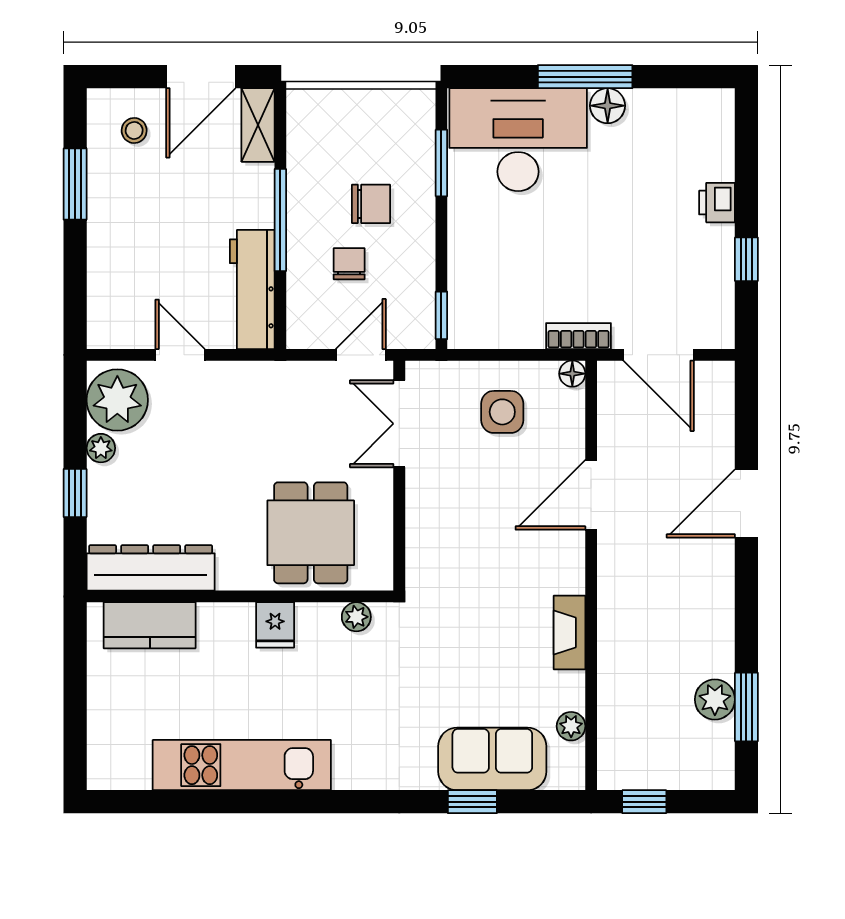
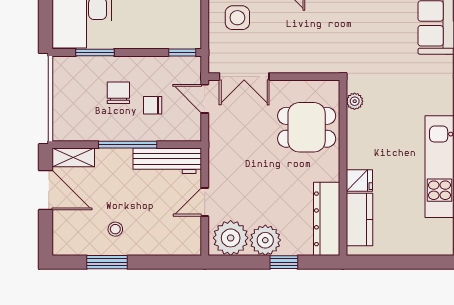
stool: (134, 130) -> (115, 229), moved
plant: (101, 448) -> (265, 240), width x1.88, depth x1.88
fridge: (275, 625) -> (359, 180), moved

